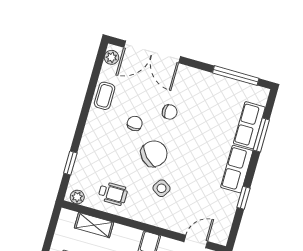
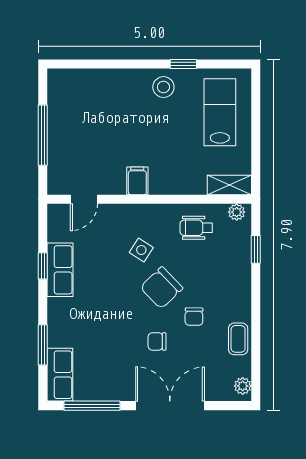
double door: (152, 52) -> (170, 406), moved
row of seats: (249, 125) -> (60, 375), moved
row of seats: (237, 169) -> (60, 270), moved
shelving: (94, 225) -> (229, 185), moved

